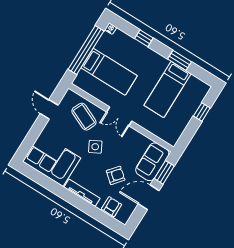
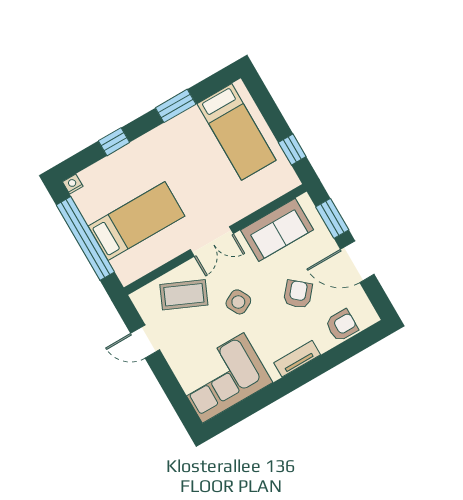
bed: (167, 90) -> (237, 132), moved
window: (202, 112) -> (292, 149), moved
sofa: (152, 162) -> (277, 230), moved, turned -90
tv unit: (82, 193) -> (297, 359), width x0.71
door: (149, 197) -> (357, 262), hinge flipped
armchair: (112, 207) -> (342, 325), turned 90

